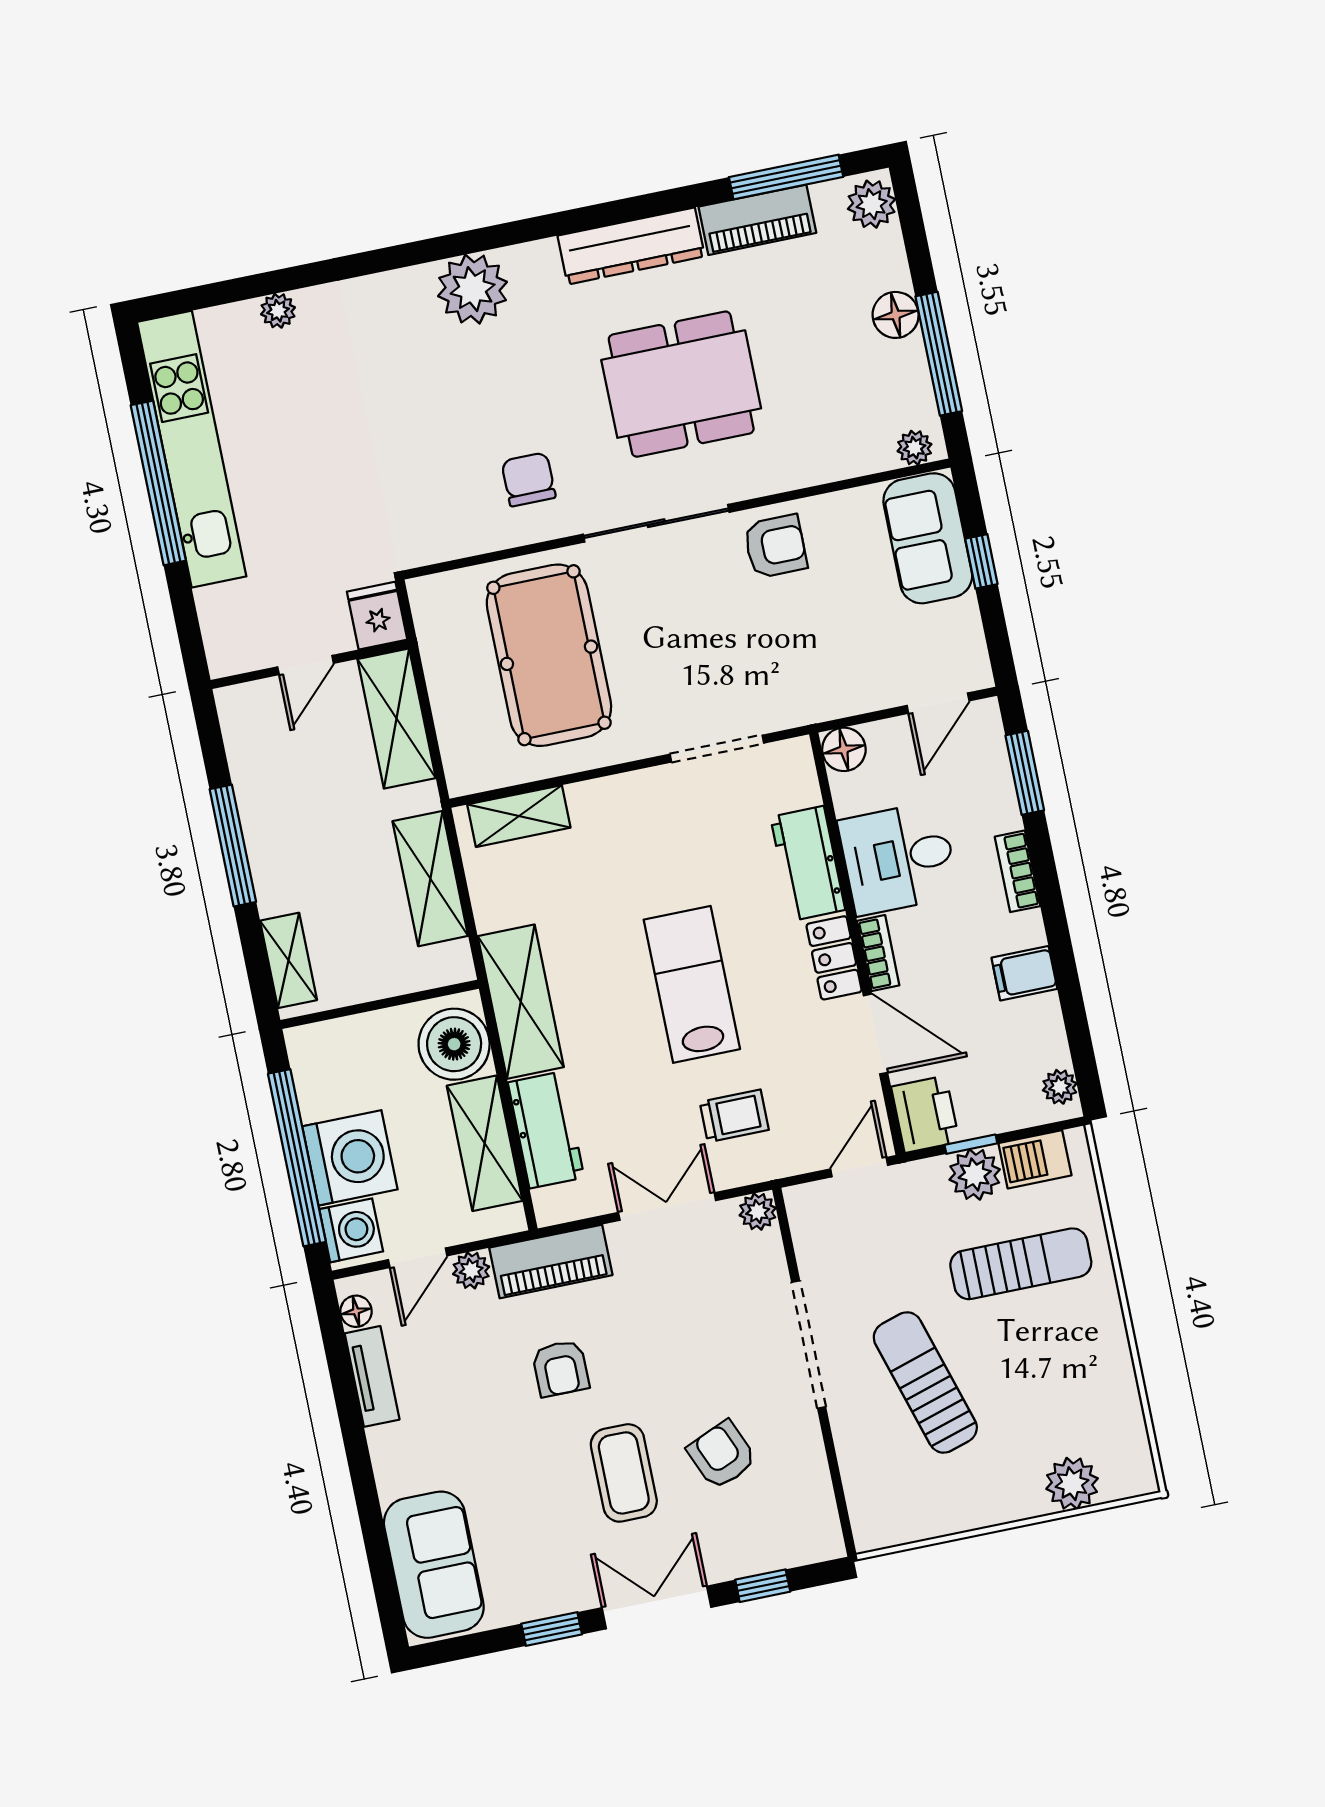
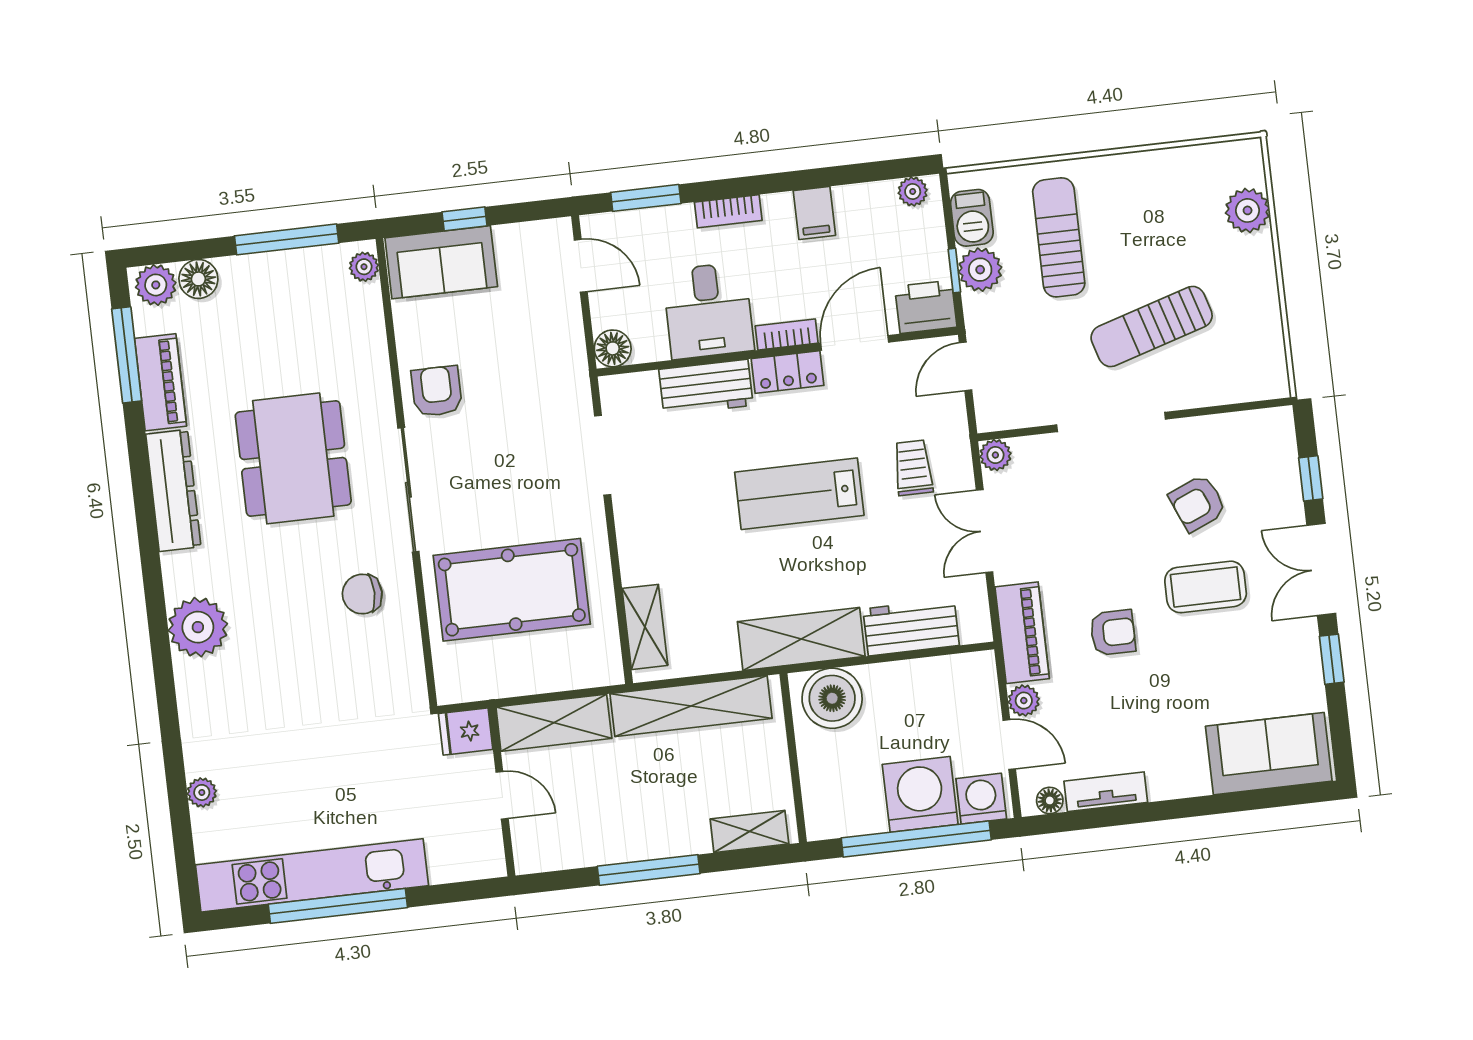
floor lamp: (896, 315) -> (198, 279), moved
shelving: (430, 879) -> (691, 706), width x1.47
shelving: (485, 1143) -> (918, 680), removed
door: (859, 1167) -> (965, 366), hinge flipped

